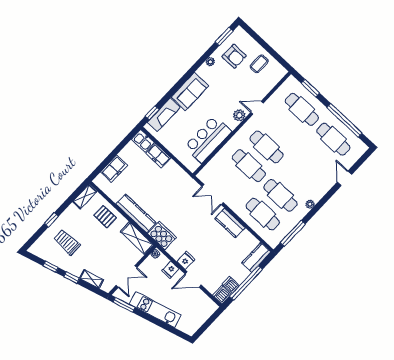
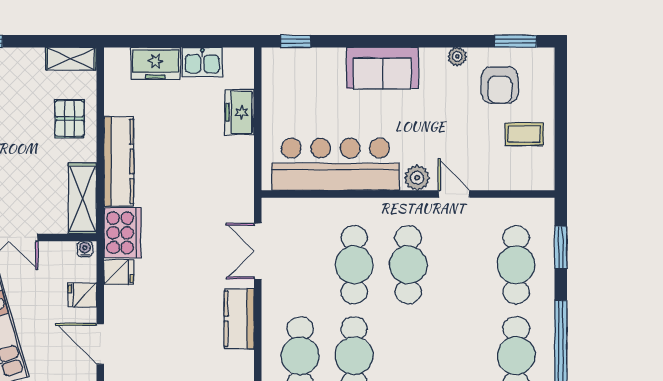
fireplace: (164, 115) -> (309, 62), removed
bar counter: (208, 139) -> (335, 164), width x1.36
kitchen sink: (143, 141) -> (202, 62), moved, turned -90
fridge: (186, 260) -> (119, 272), moved

